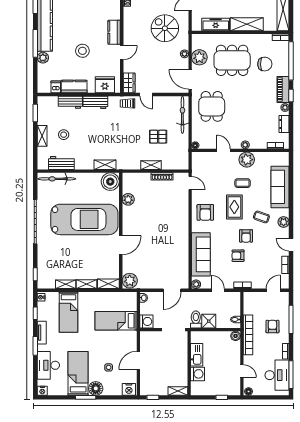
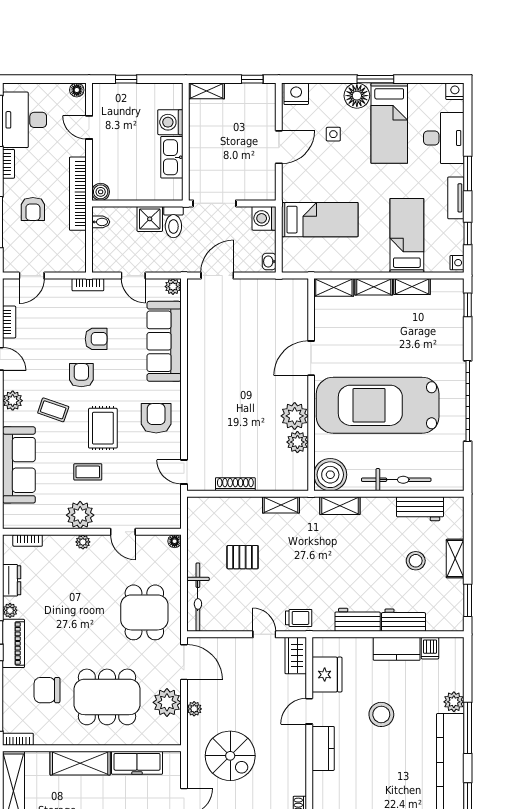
fridge: (105, 85) -> (327, 675), moved, turned -90
shelving: (151, 165) -> (281, 505), moved
bicycle: (57, 179) -> (396, 480), moved
plant: (130, 281) -> (295, 416), moved

